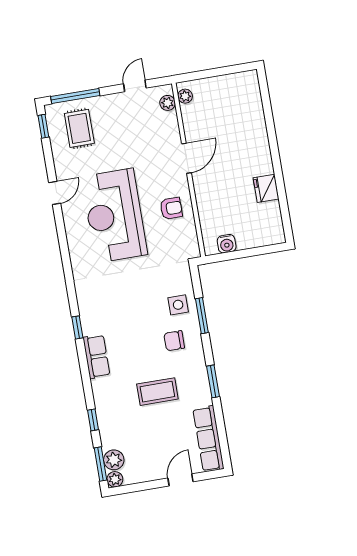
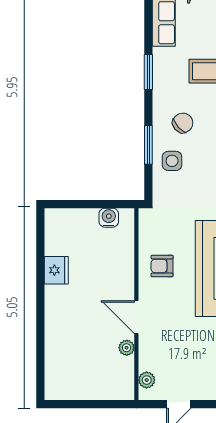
plant: (185, 96) -> (127, 348), moved
door: (186, 158) -> (136, 317), hinge flipped
chair: (174, 341) -> (183, 123), turned -42

